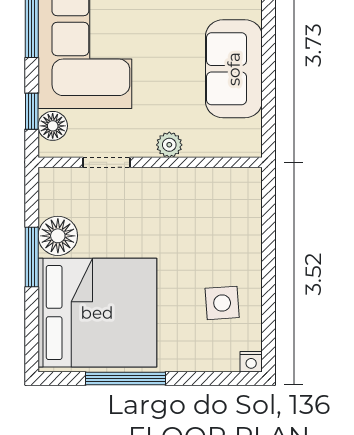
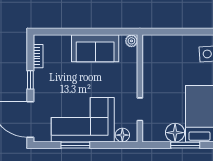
window: (32, 111) -> (115, 145), removed
plant: (169, 145) -> (131, 41), moved

